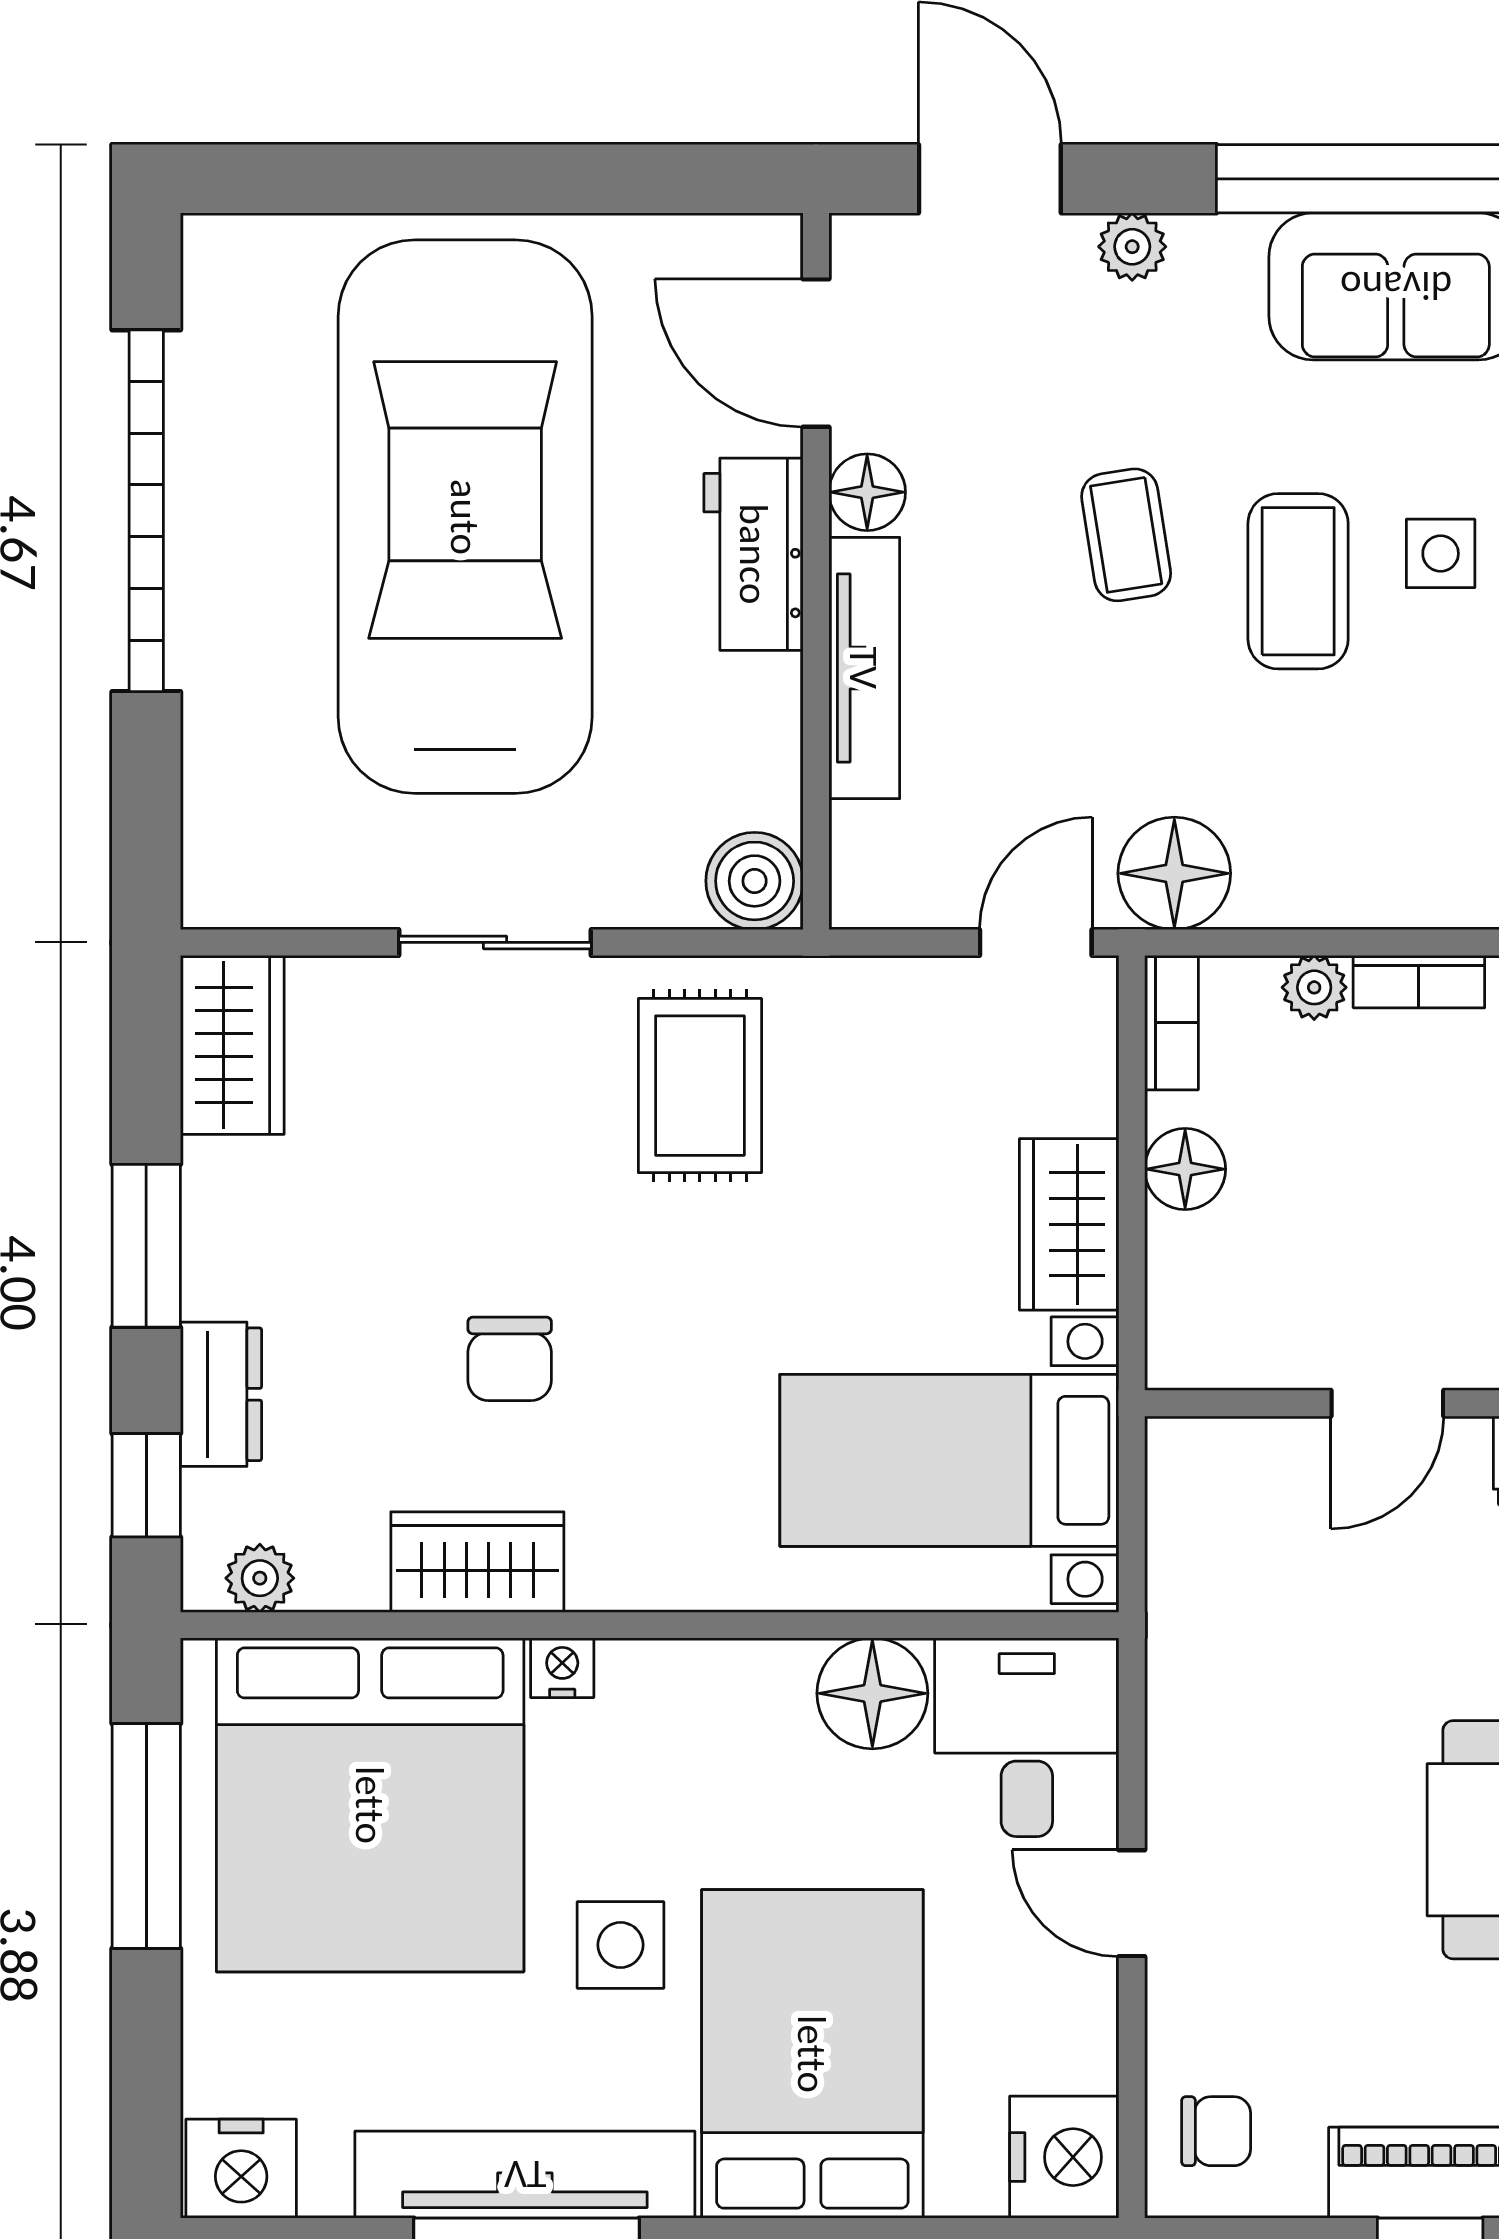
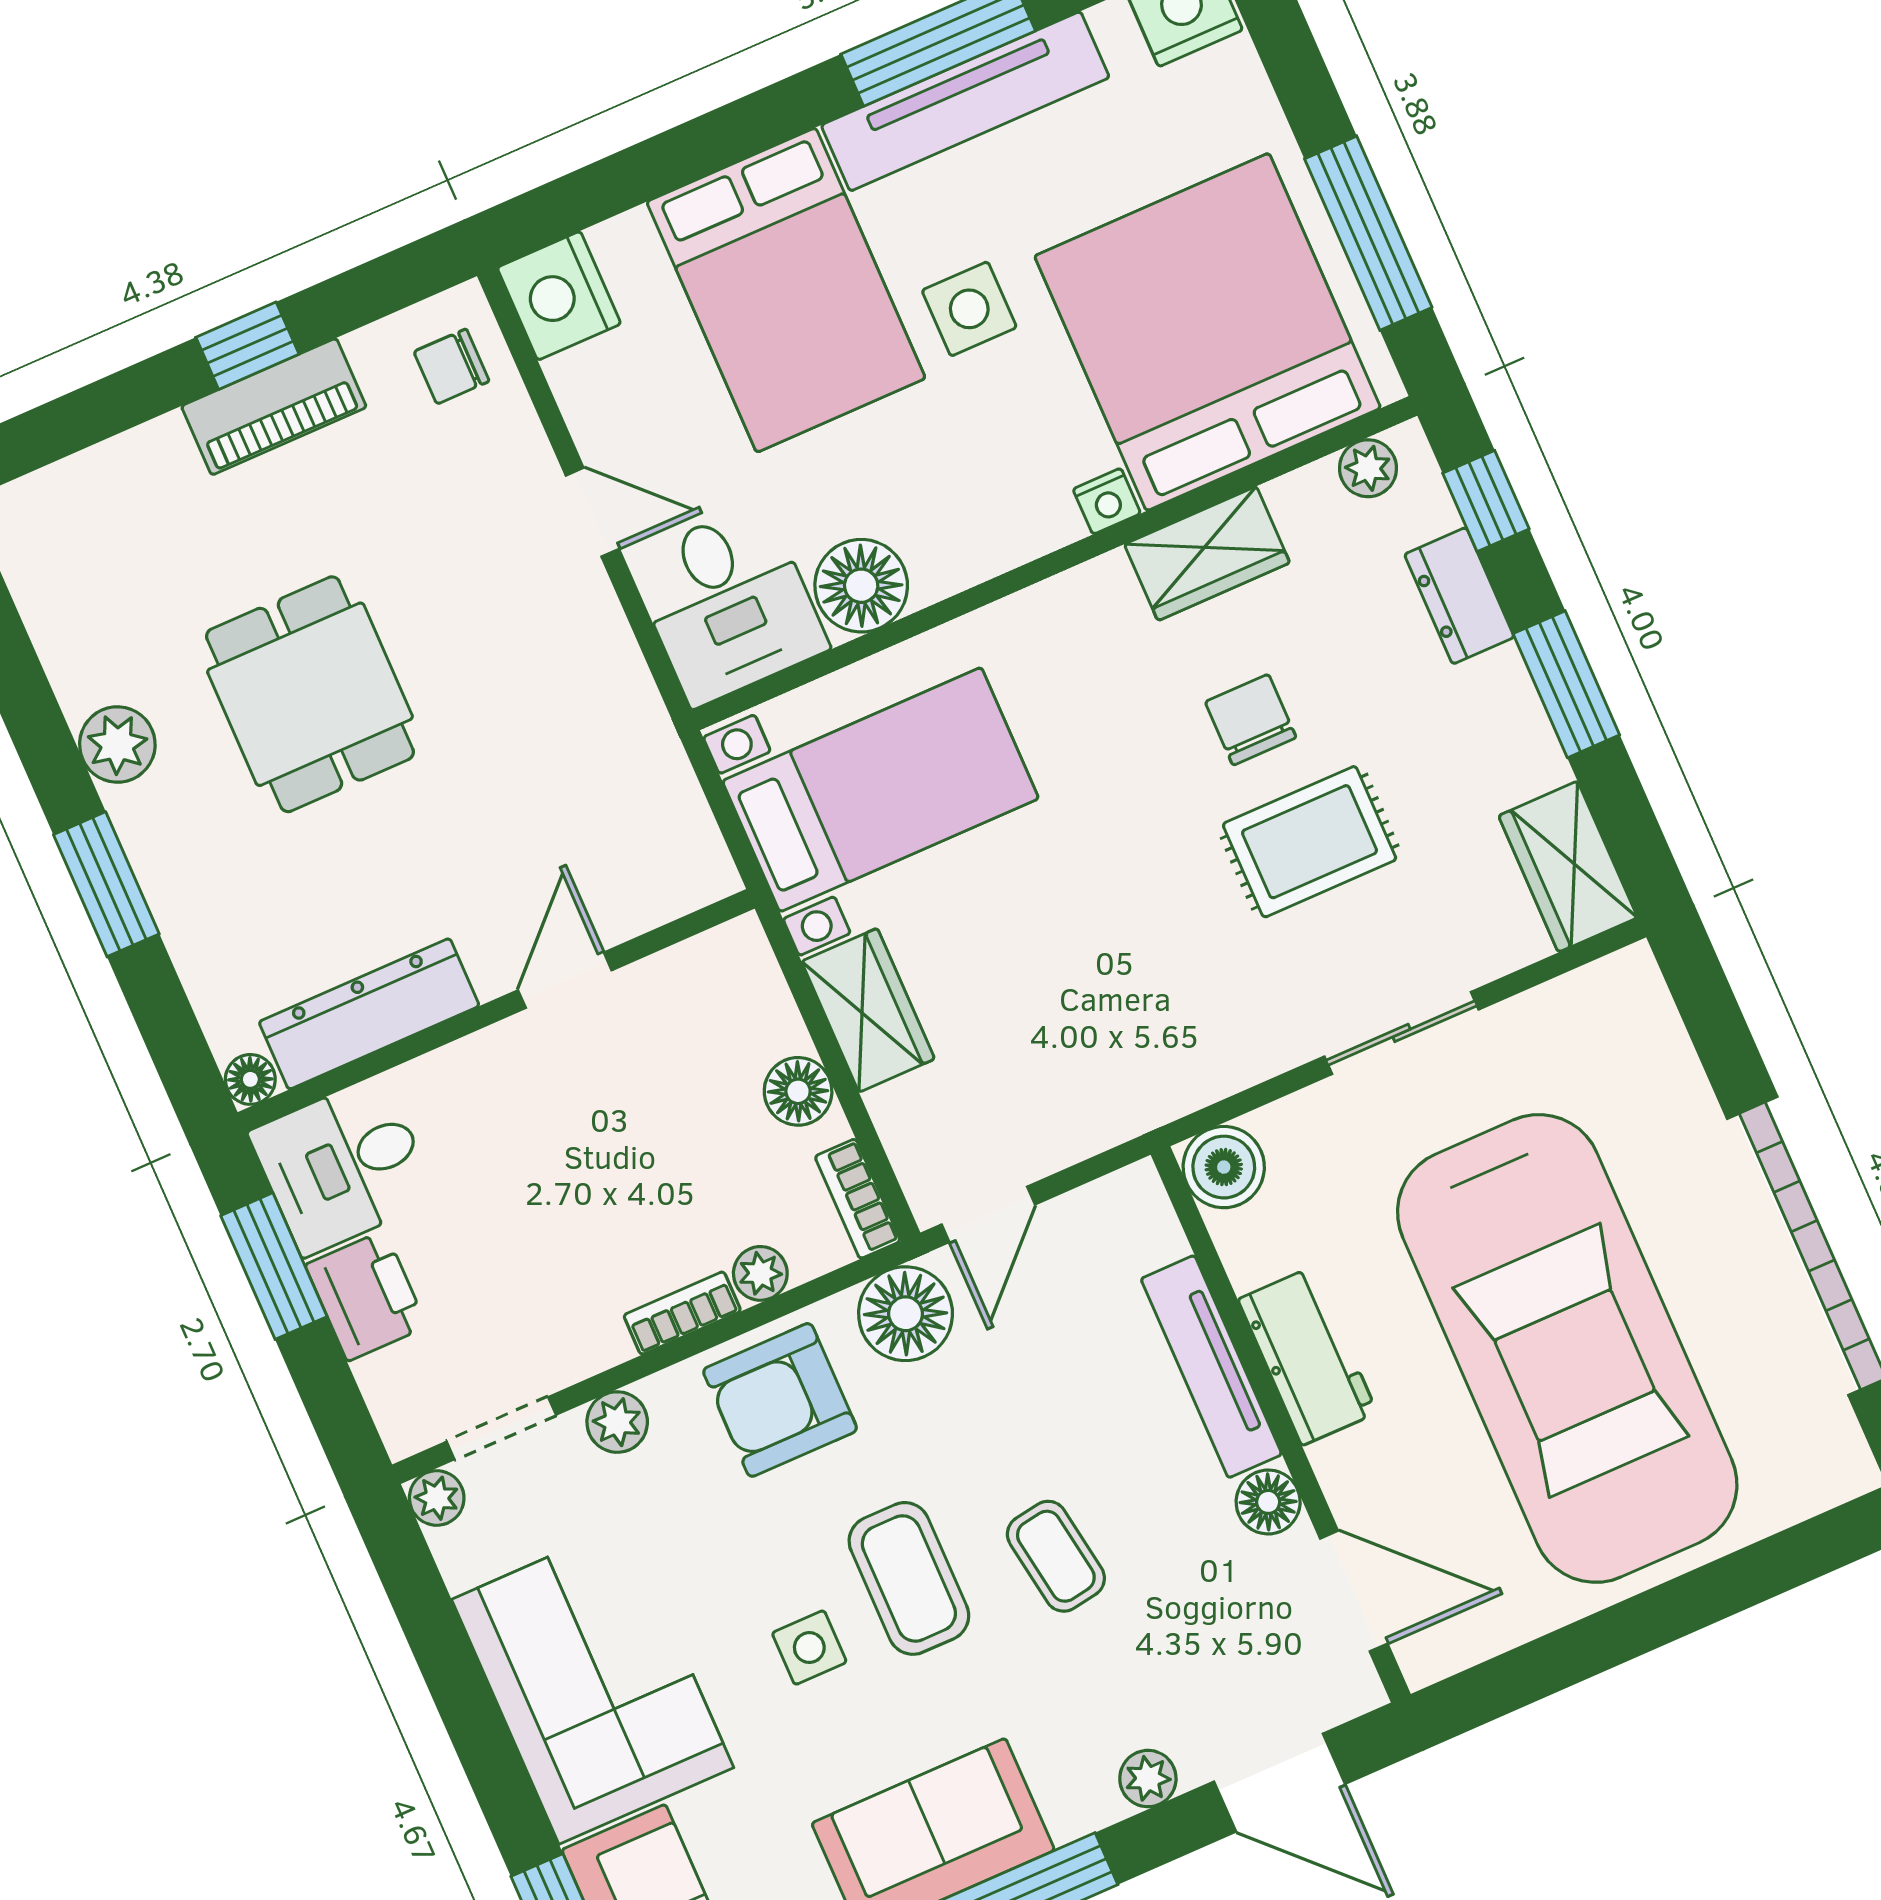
workbench: (754, 554) -> (1308, 1356), moved
armchair: (1353, 839) -> (780, 1400), added
rug: (700, 1086) -> (1310, 842), moved, turned 90

